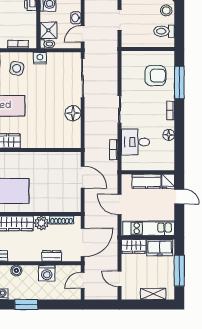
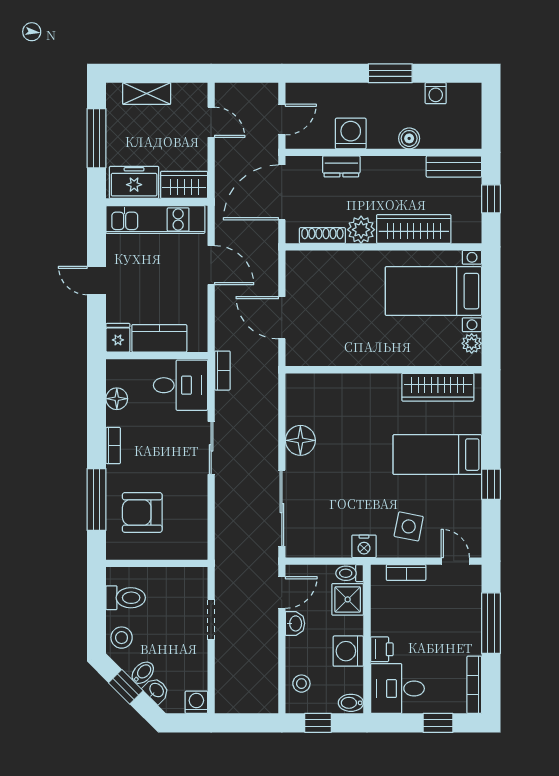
wall: (148, 172) -> (157, 356), moved
kitchen counter: (147, 181) -> (159, 338), moved
fridge: (168, 181) -> (118, 338), moved

